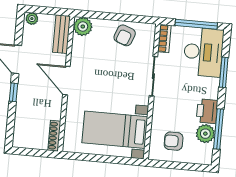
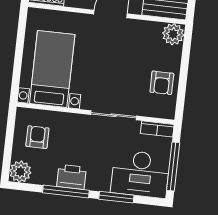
armchair: (125, 35) -> (162, 83), turned -110
window: (218, 129) -> (66, 192), moved
plant: (205, 134) -> (20, 172), moved

